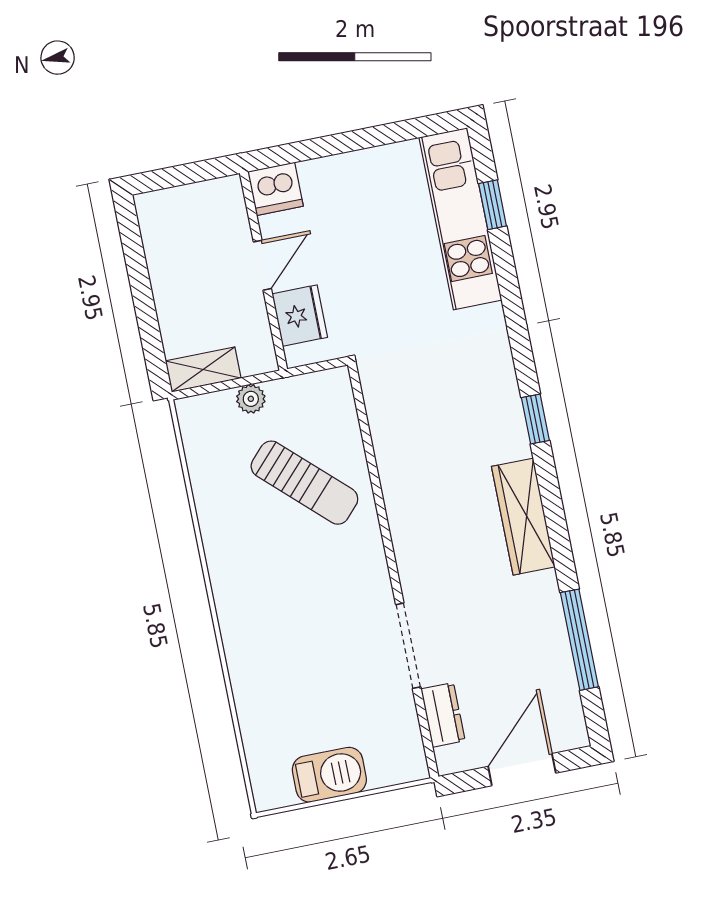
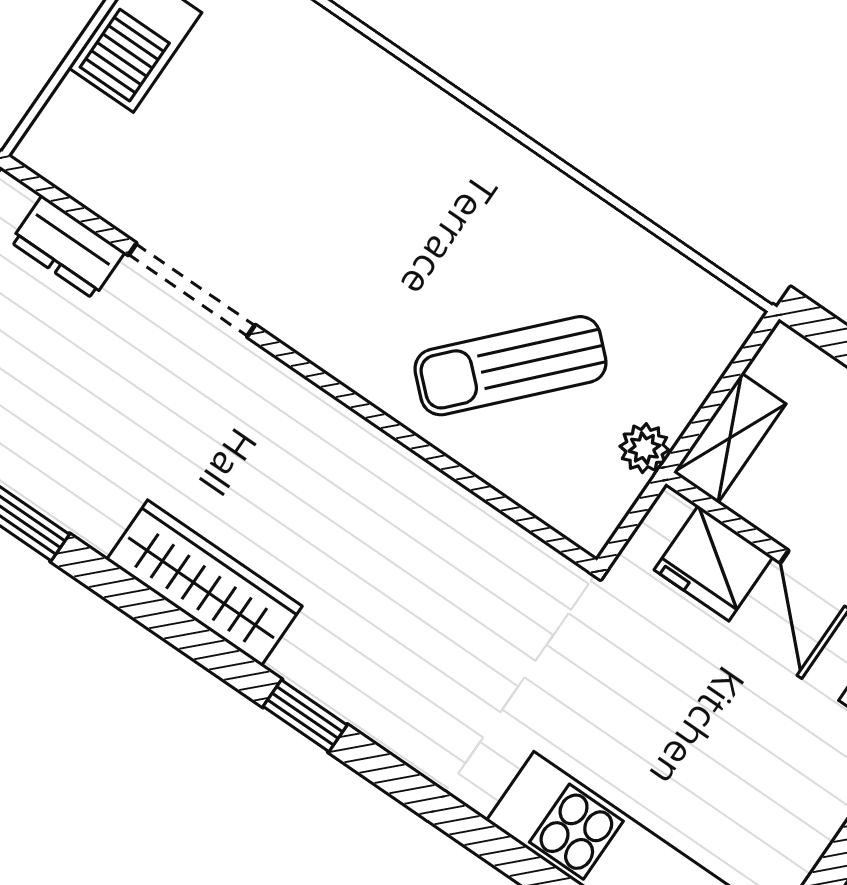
shelving: (203, 369) -> (730, 438), moved
plant: (251, 399) -> (644, 448), moved

